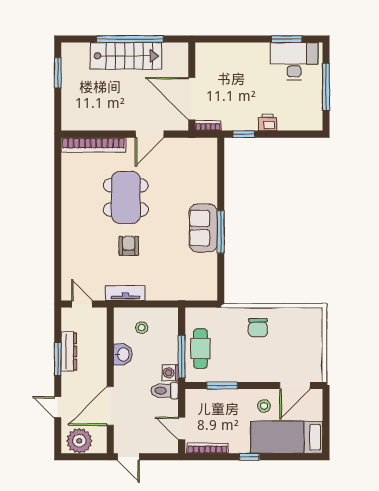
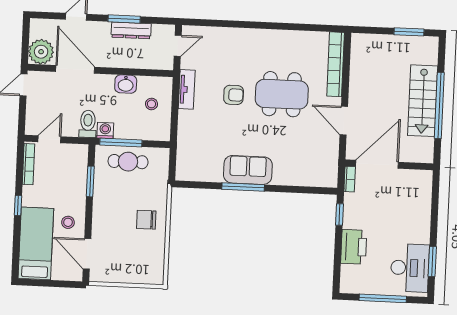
printer: (268, 122) -> (354, 247), width x1.87, depth x1.48
plant: (79, 441) -> (41, 52), moved

